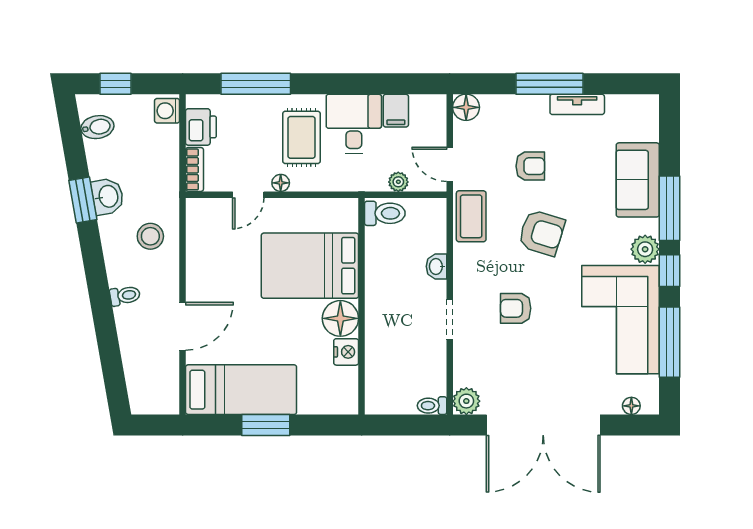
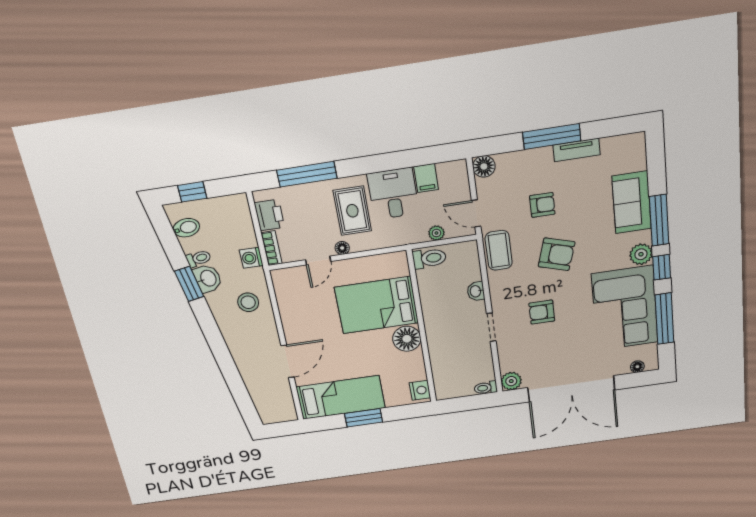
washing machine: (167, 111) -> (251, 258), moved
toilet: (125, 296) -> (199, 258), moved
nightstand: (346, 352) -> (420, 390), moved

